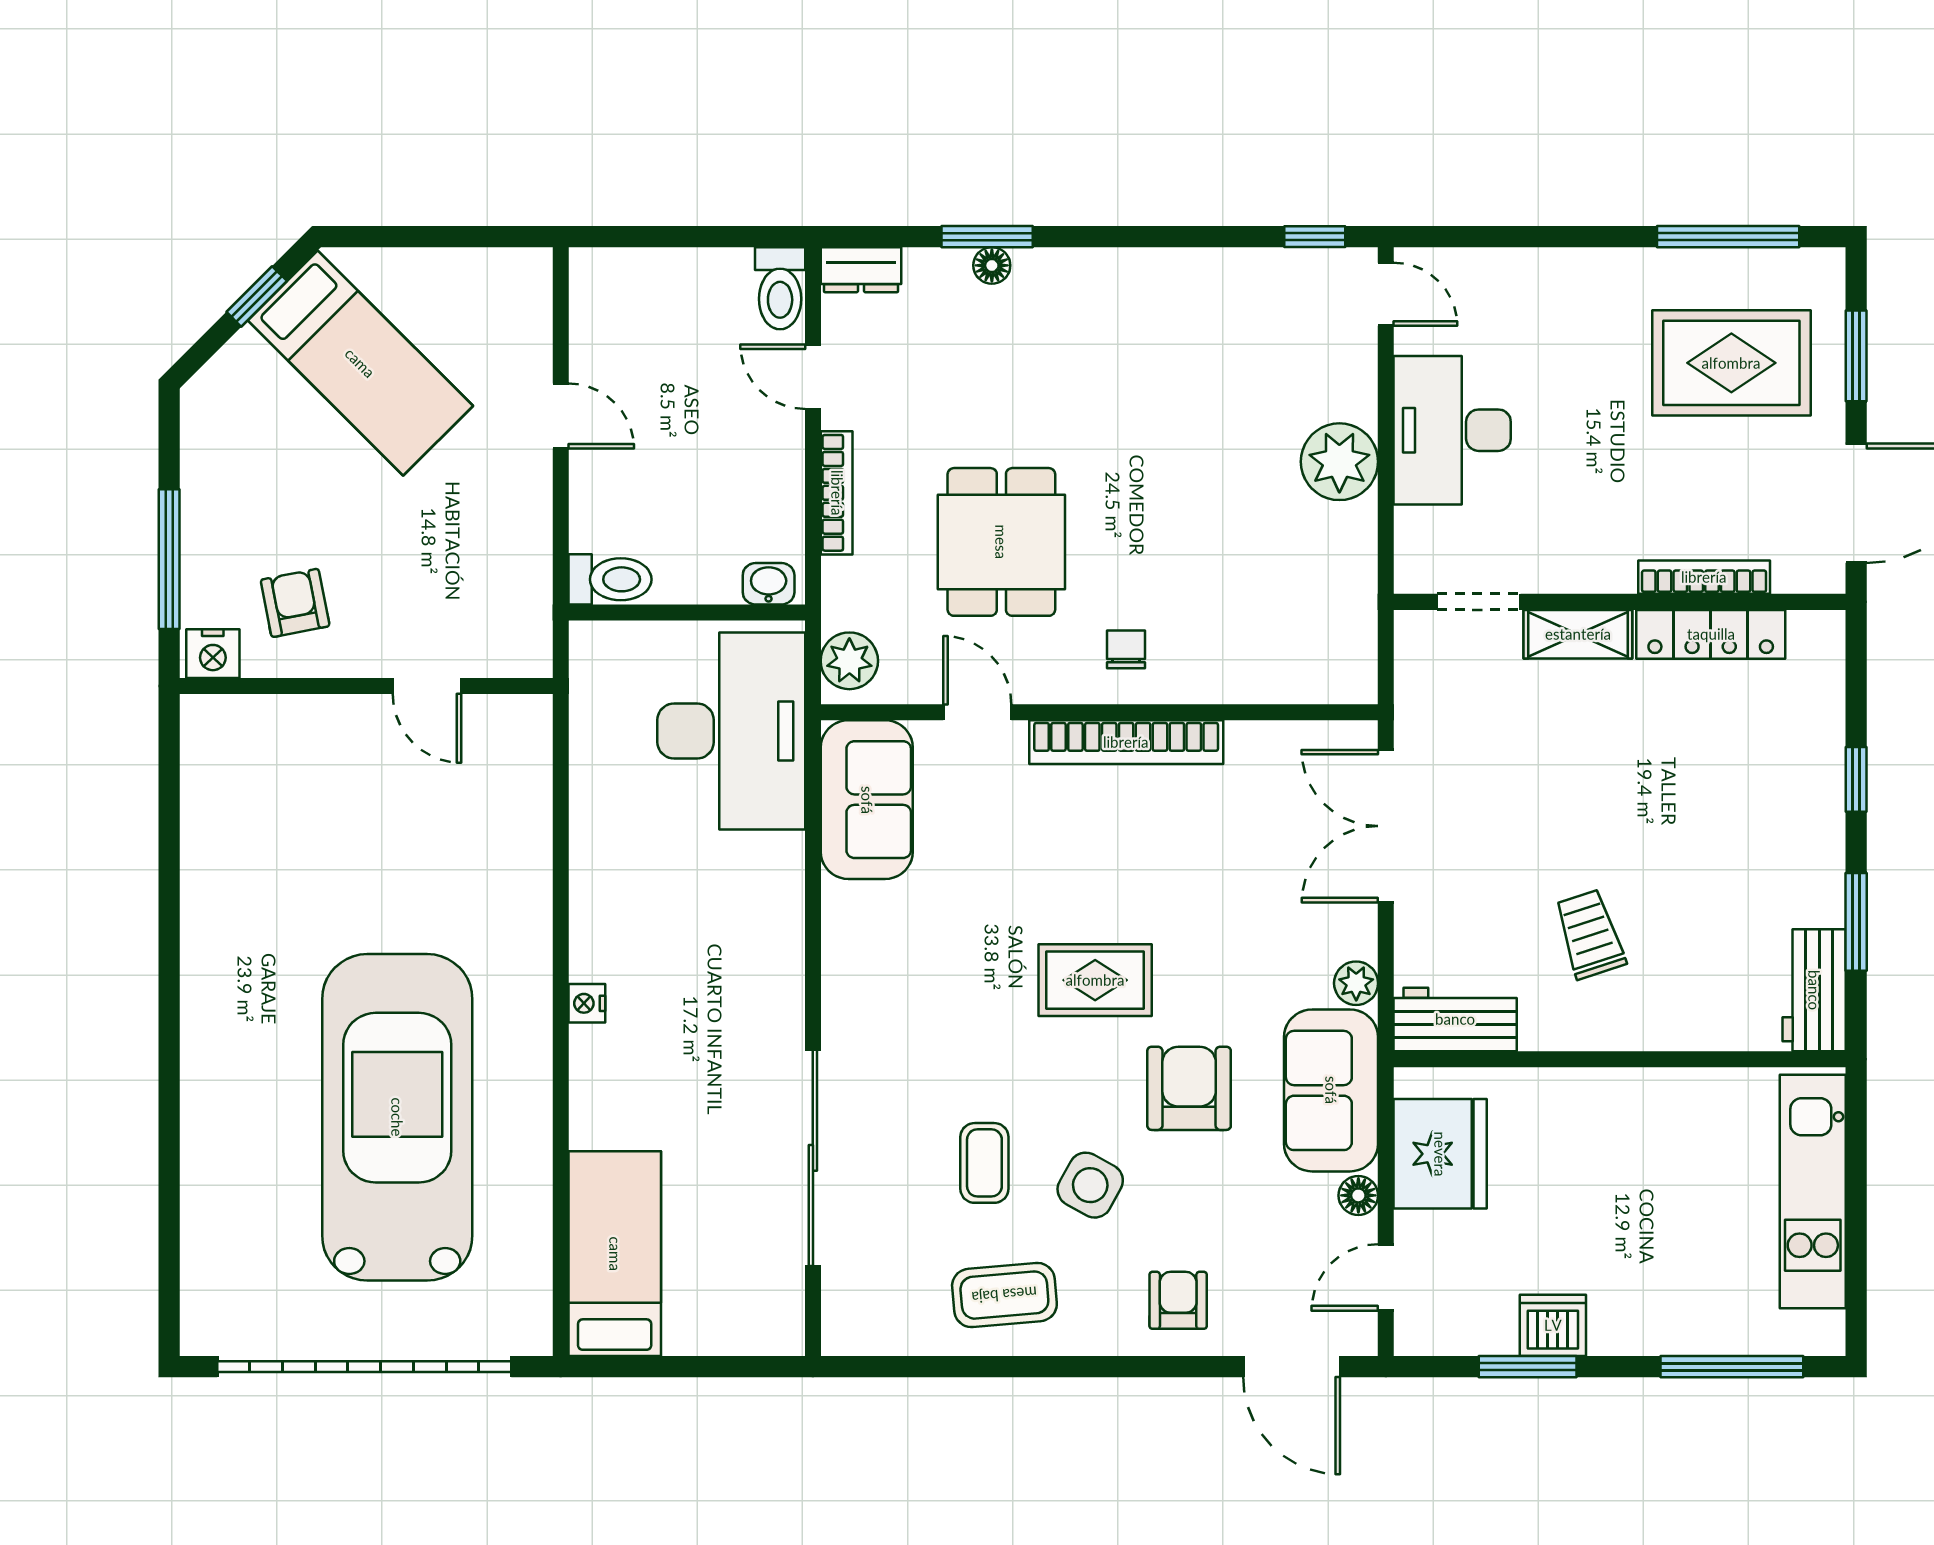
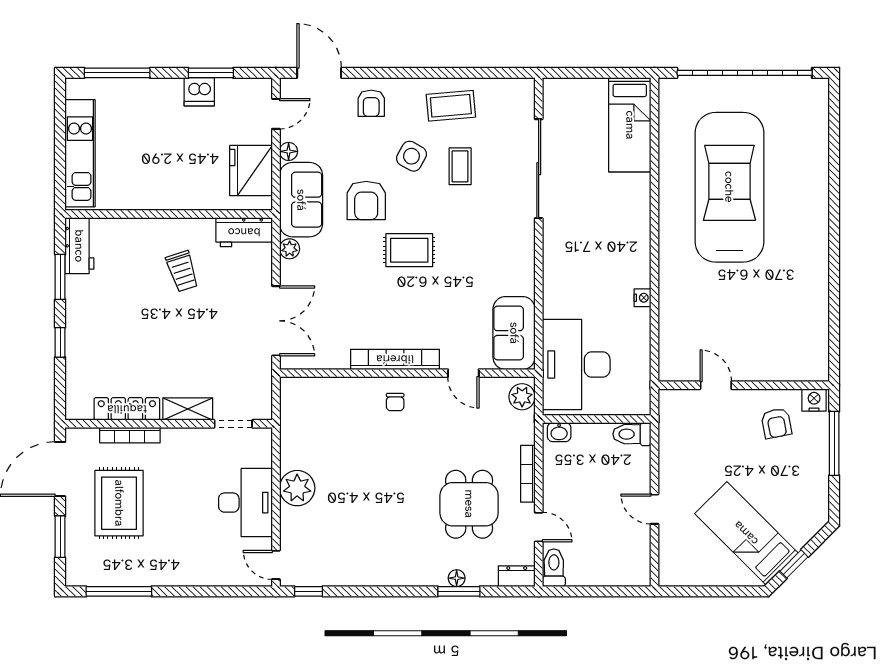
rug: (1731, 363) -> (119, 503), moved, turned 90
dining table: (1001, 542) -> (469, 504), moved
nightstand: (587, 1003) -> (642, 298), moved
car: (397, 1117) -> (729, 187), turned 180

